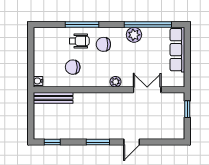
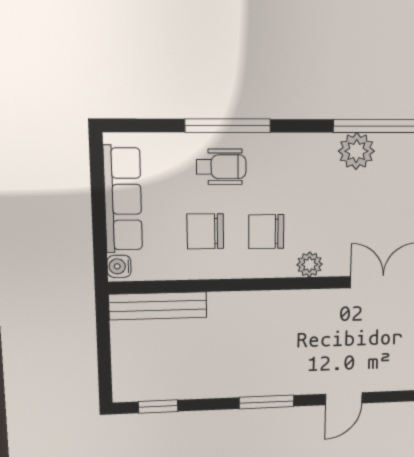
chair: (103, 44) -> (266, 232), moved
row of seats: (40, 54) -> (123, 199), added

